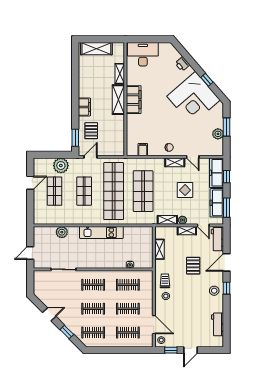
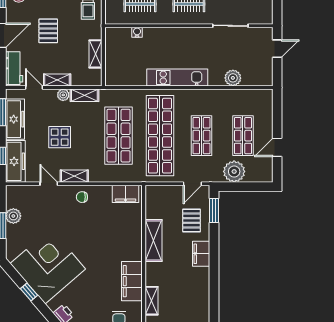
shelving: (118, 100) -> (153, 240), moved
filing cabinet: (134, 100) -> (132, 281), moved
filing cabinet: (143, 150) -> (126, 194), width x2.00

